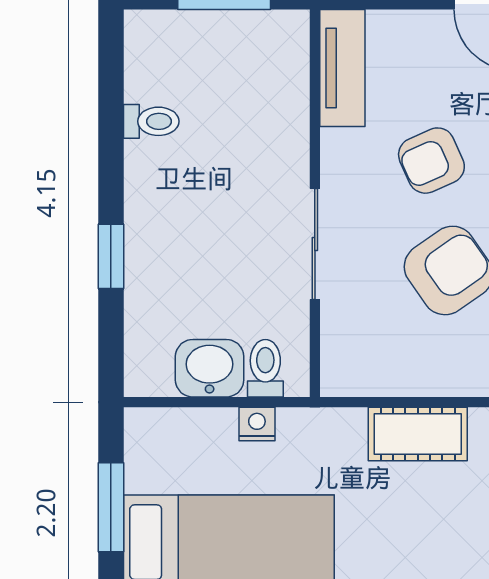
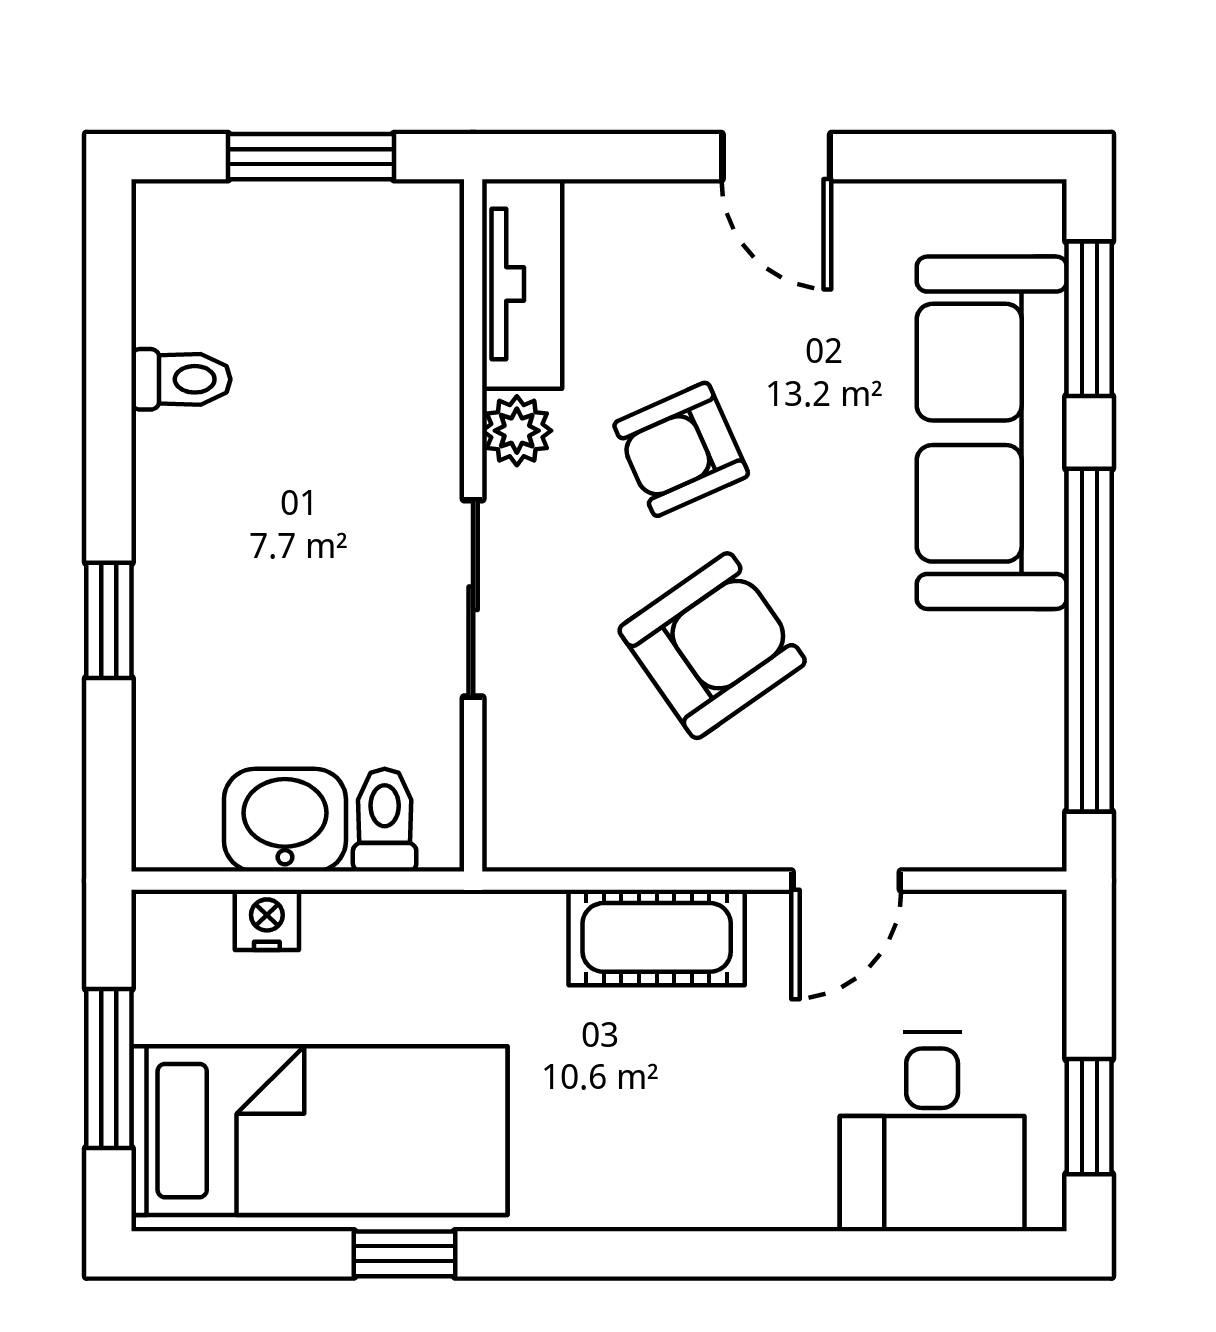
plant: (339, 150) -> (517, 431), added
nightstand: (257, 424) -> (267, 920), moved

